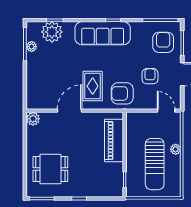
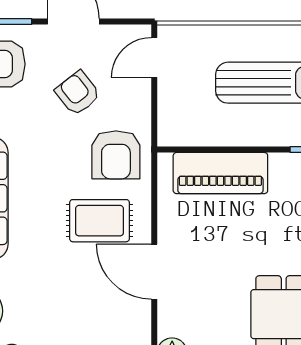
armchair: (150, 76) -> (78, 93), turned 52
plant: (176, 149) -> (240, 36), removed

